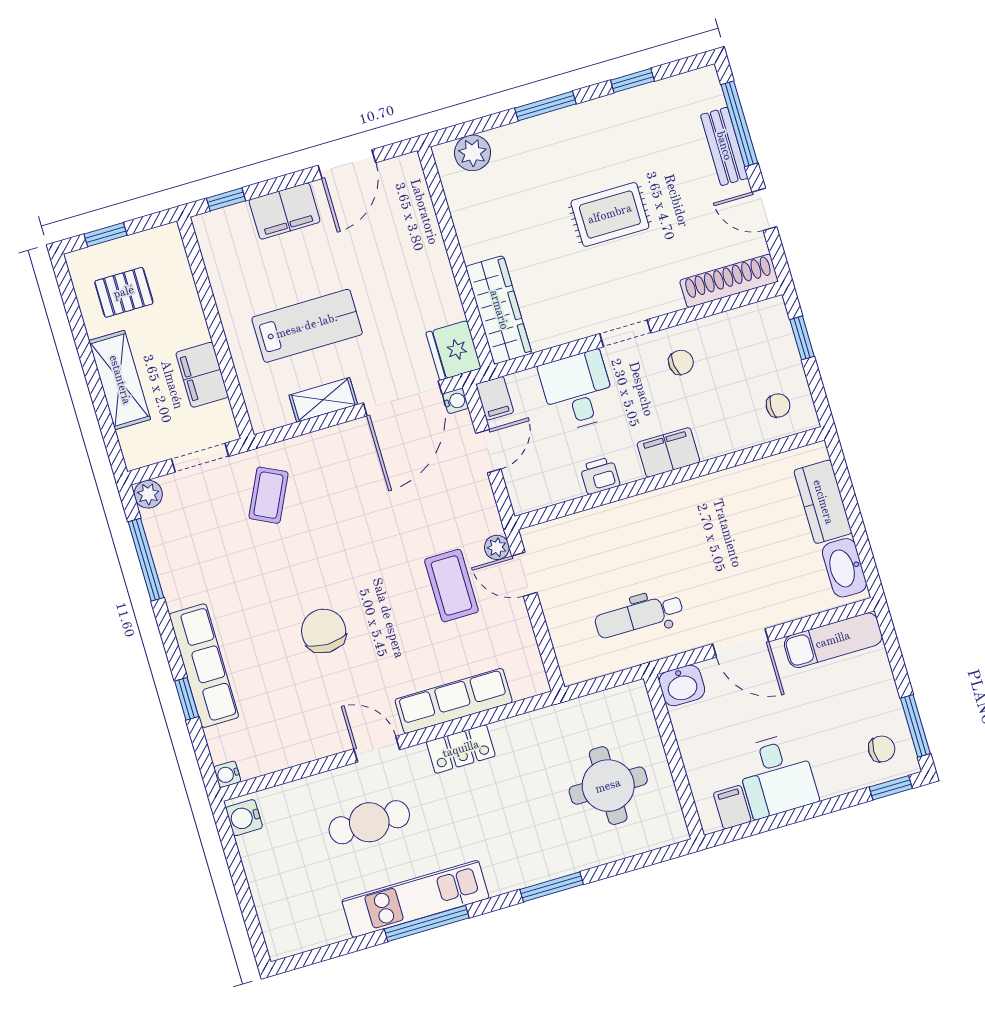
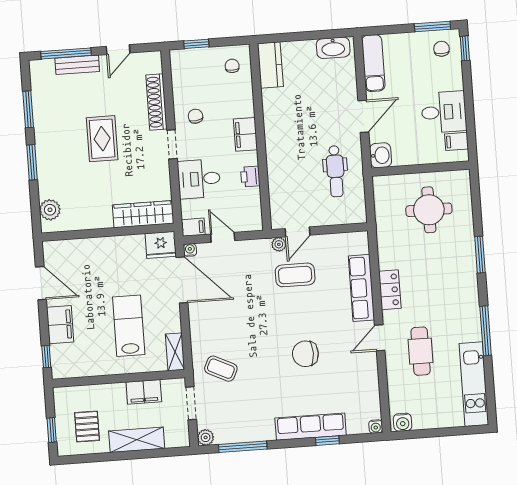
window: (632, 81) -> (28, 109), width x1.50
shoe rack: (729, 281) -> (156, 102), moved
shelving: (323, 400) -> (175, 352), moved
kitchen counter: (823, 502) -> (270, 65), moved, turned -90
kitchen unit: (415, 899) -> (474, 384), moved

